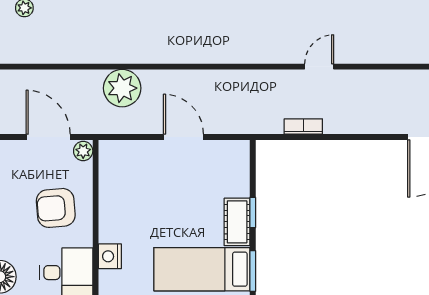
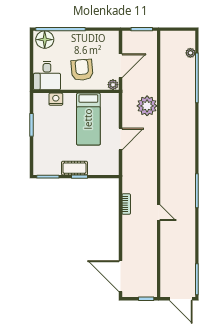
bed: (202, 269) -> (88, 119), moved, turned 180

